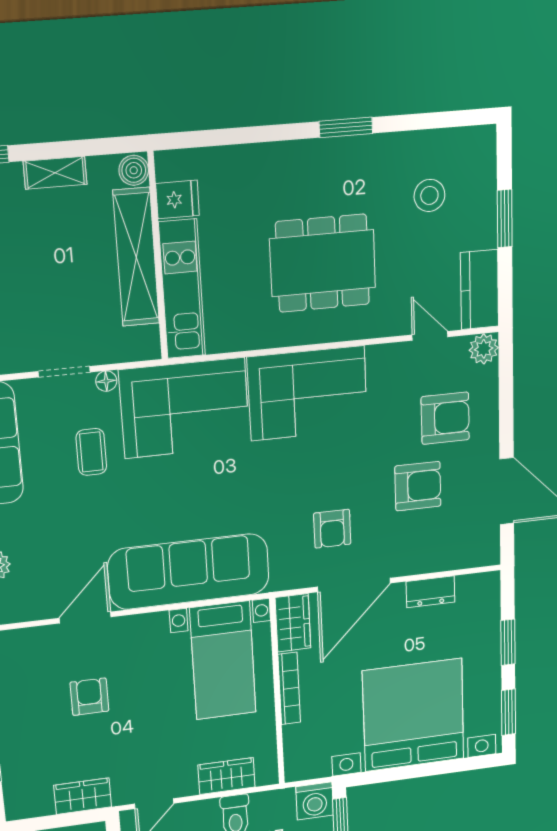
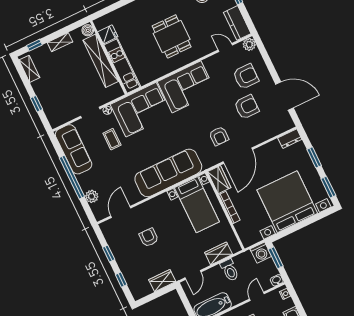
dining table: (323, 263) -> (172, 36), width x0.73
dresser: (431, 592) -> (290, 139), moved
door: (85, 617) -> (121, 212), moved

